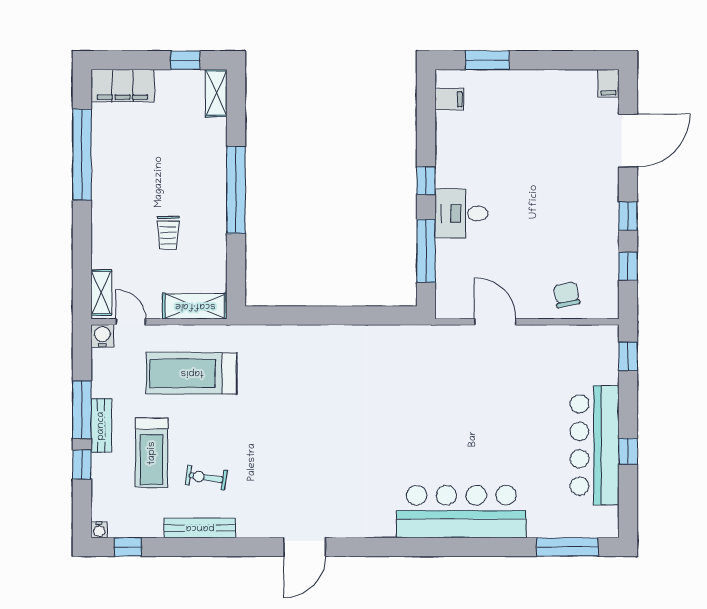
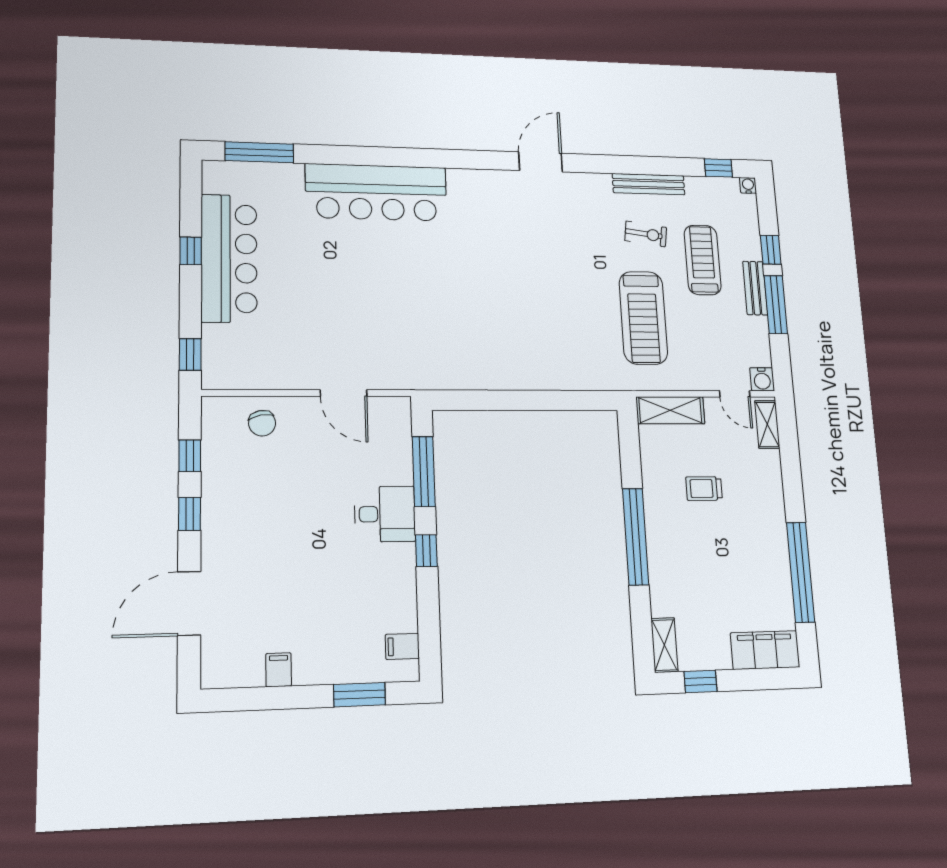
filing cabinet: (608, 83) -> (279, 670), moved
trolley: (168, 233) -> (704, 488), turned -90
treadmill: (192, 373) -> (643, 318), moved, turned 90

